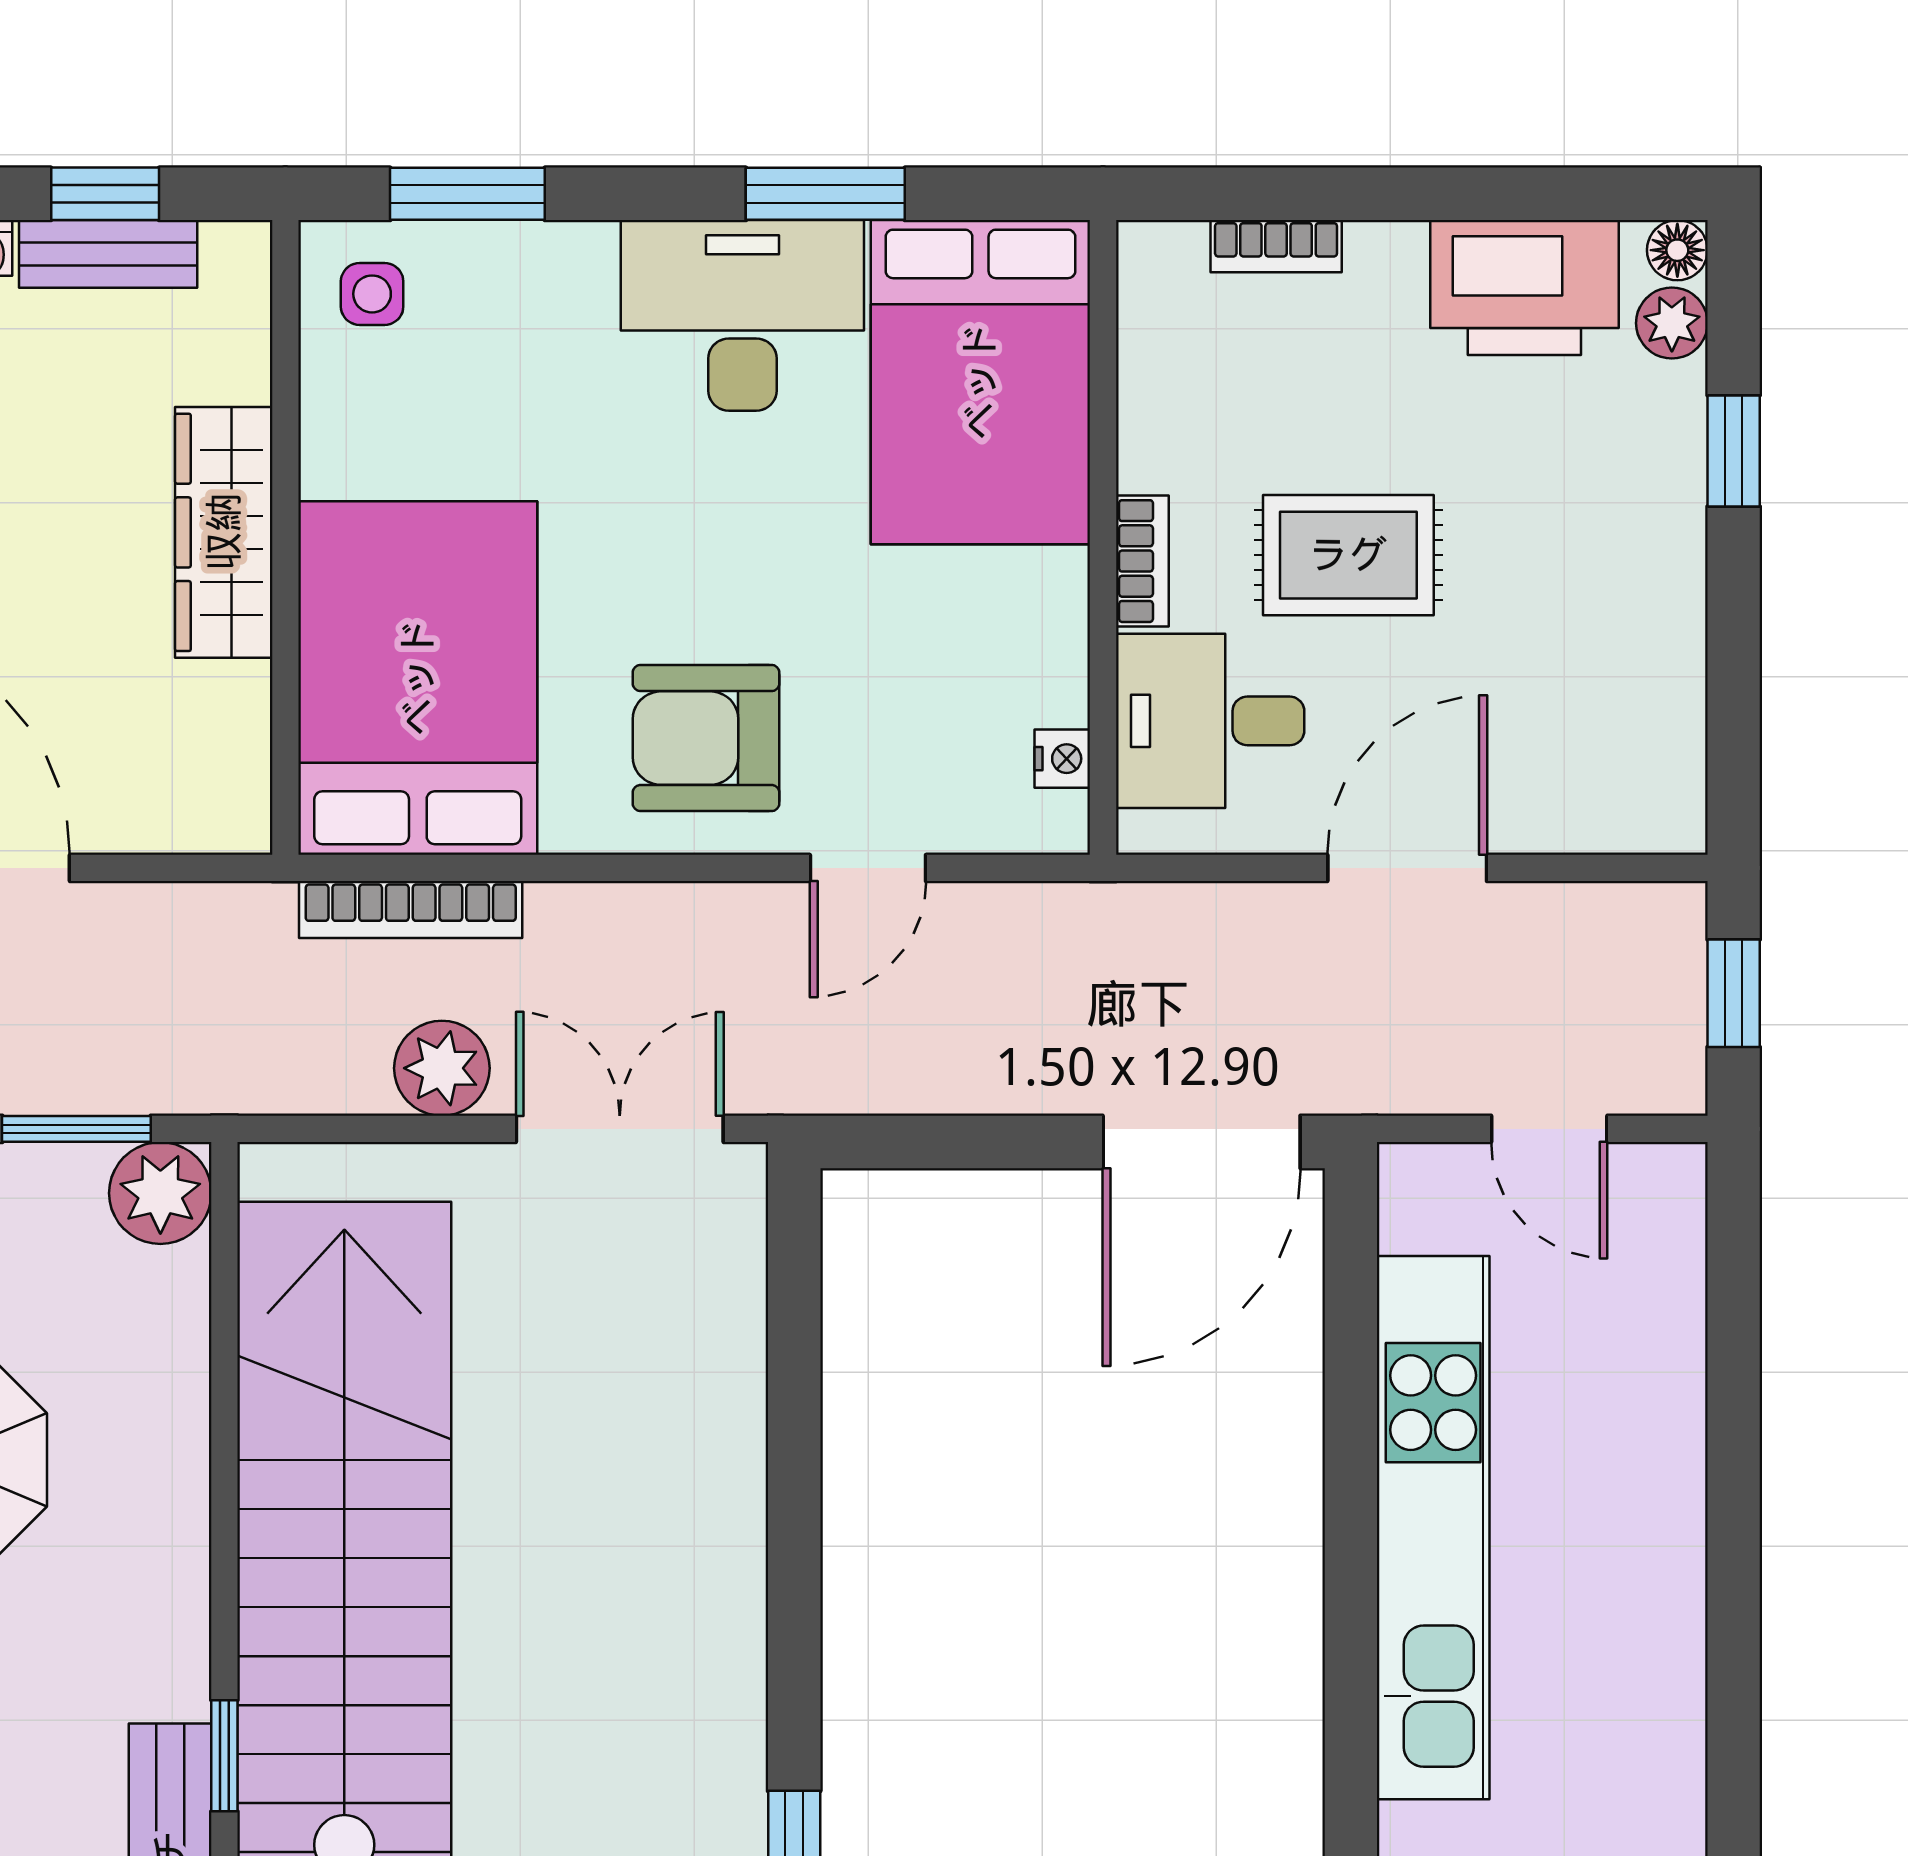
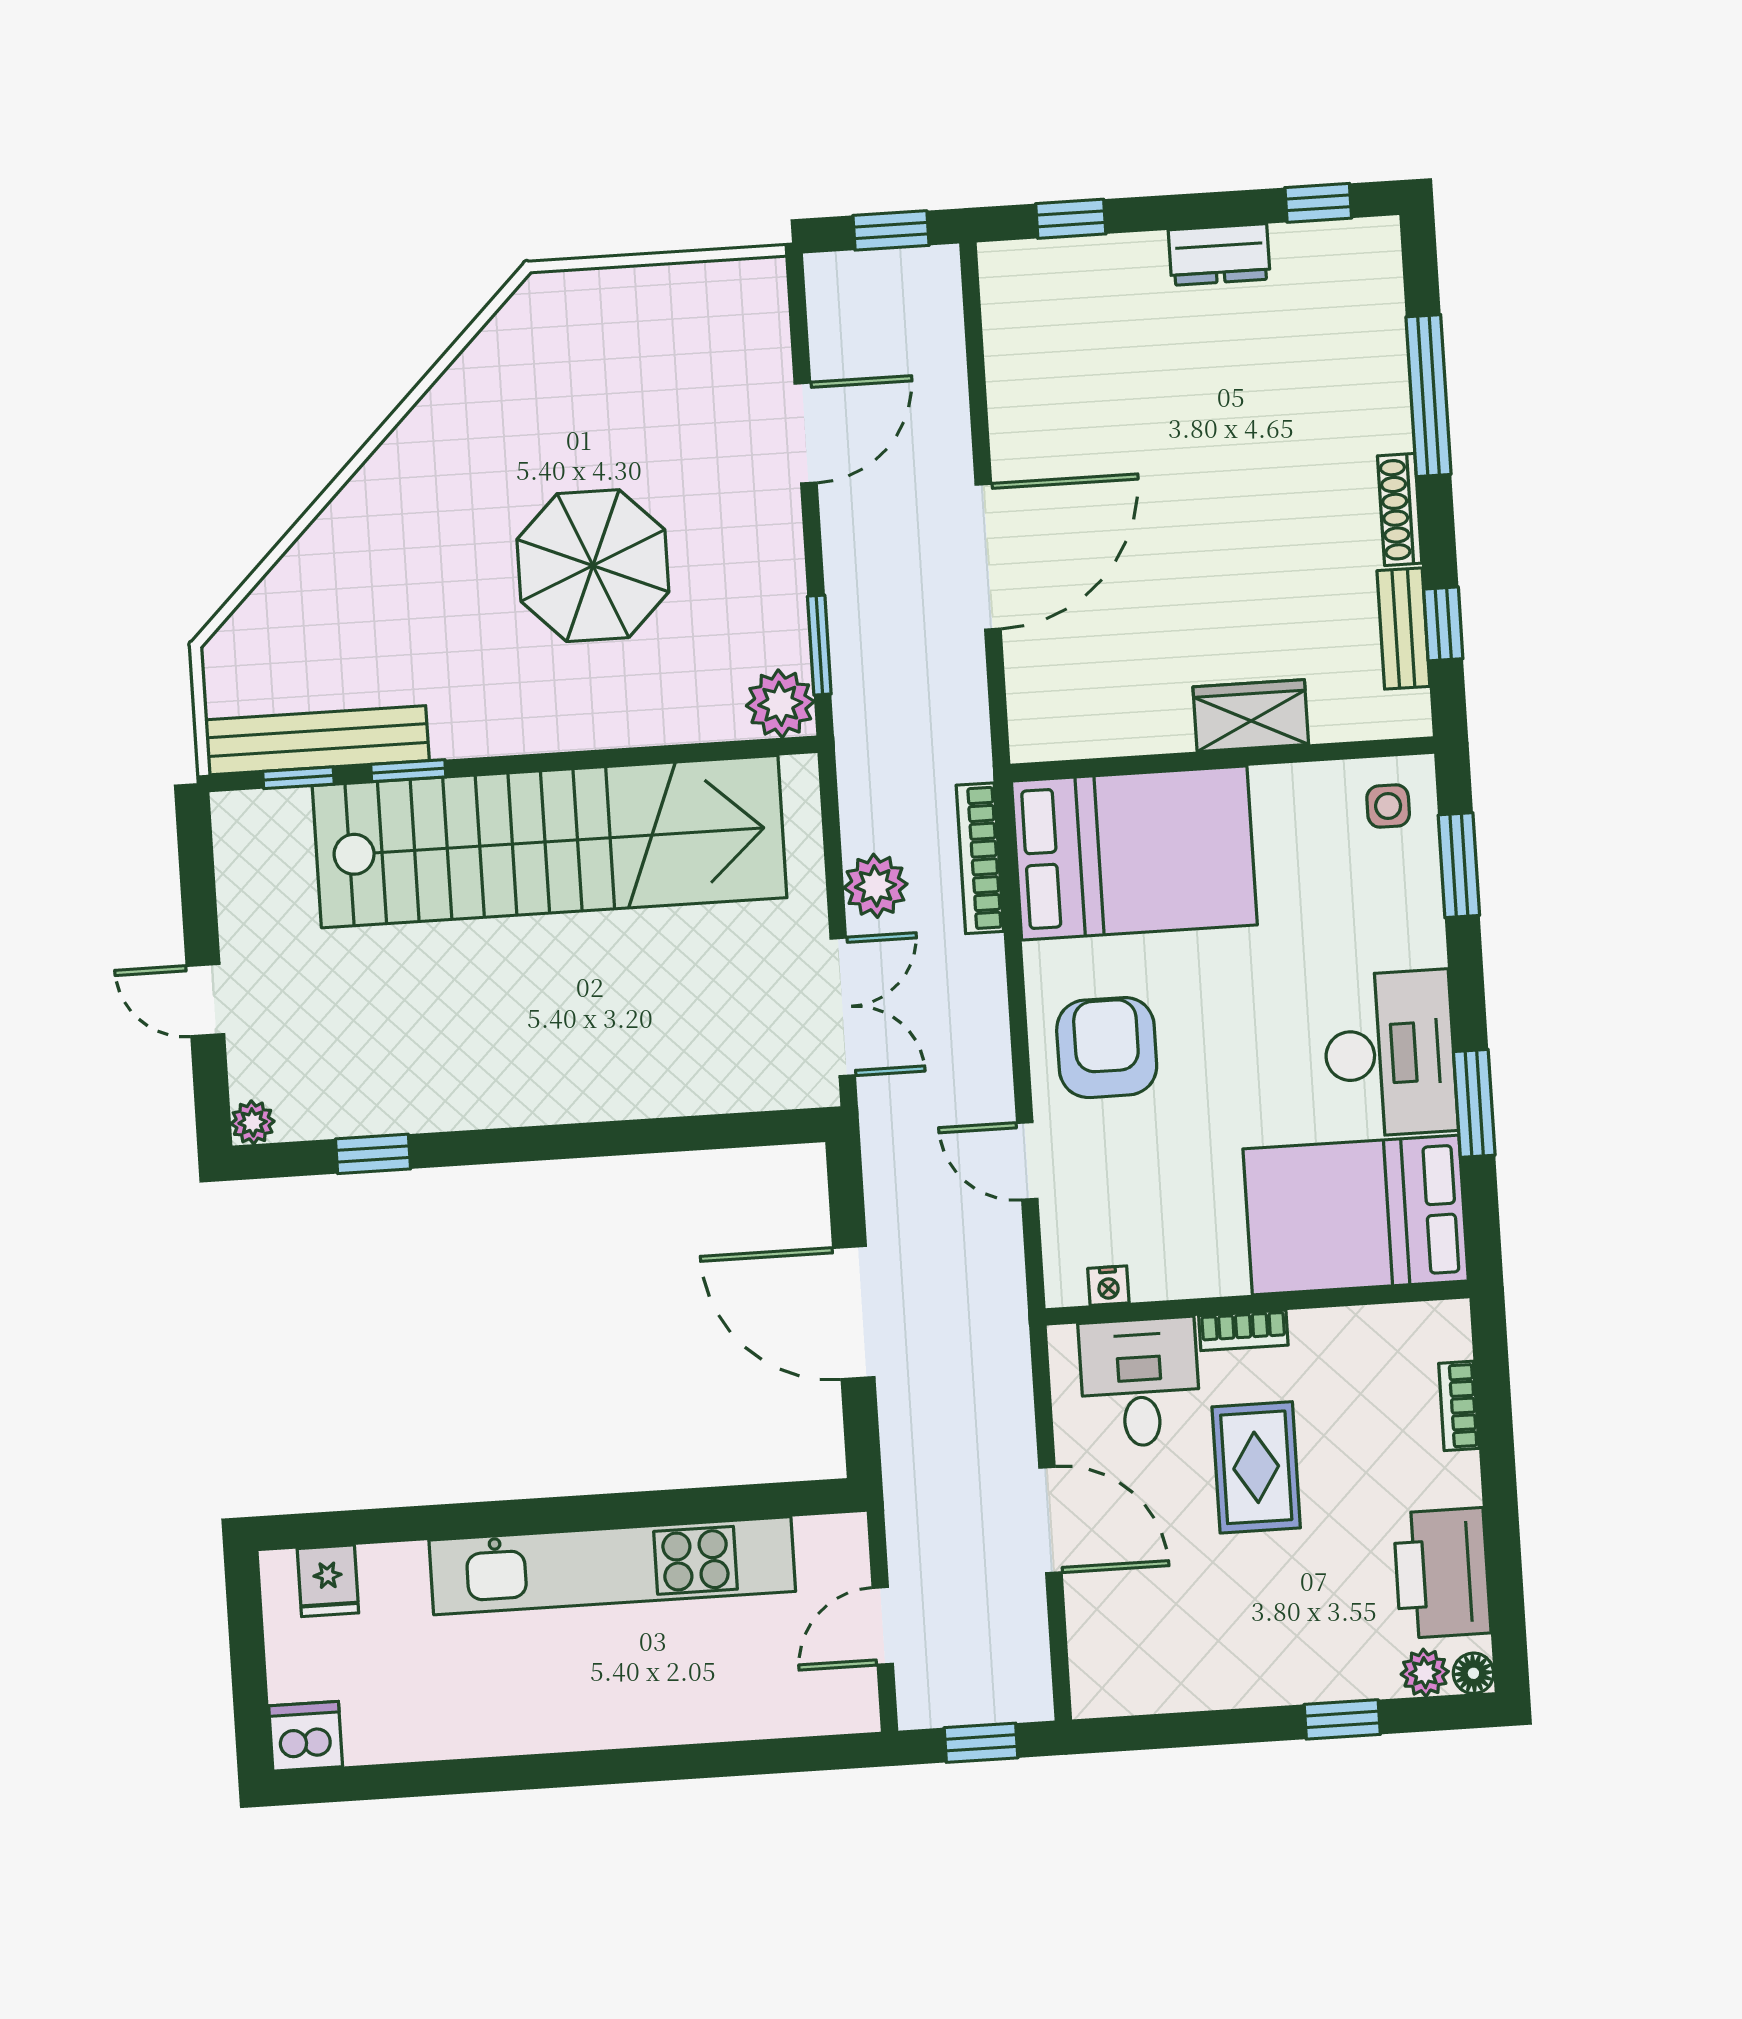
wardrobe: (224, 532) -> (1251, 716), width x0.67
door: (1202, 1142) -> (854, 1313), moved

